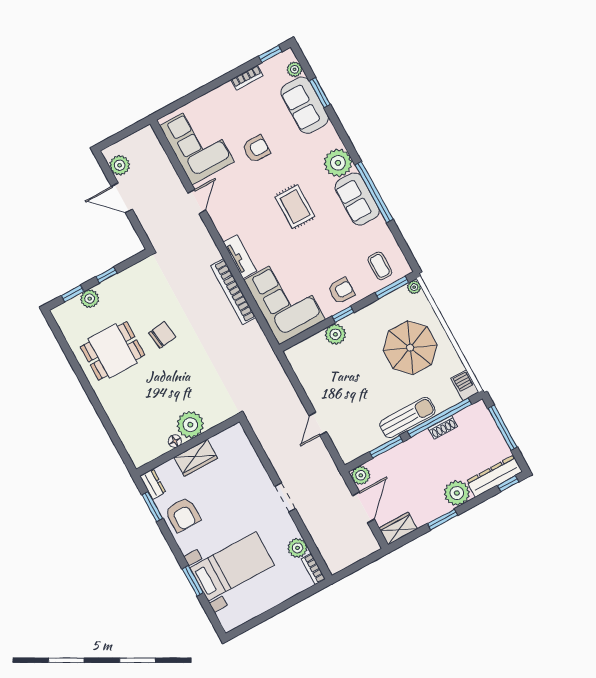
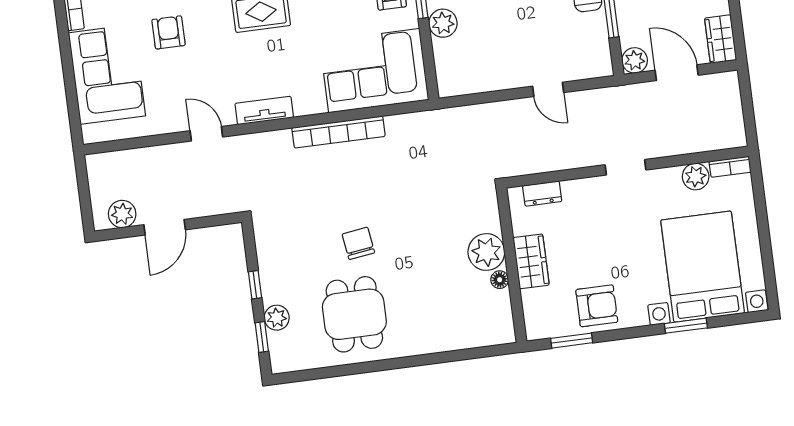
corner sofa: (197, 144) -> (107, 74), moved, turned 90
tv unit: (240, 257) -> (264, 110), moved
dresser: (153, 484) -> (542, 194), moved, turned 180
bed with nightstands: (232, 566) -> (703, 267), width x1.36

